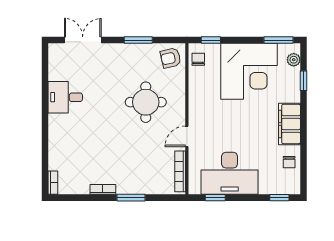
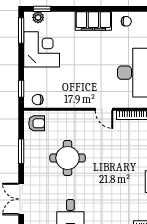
armchair: (171, 58) -> (37, 123), turned -77
corner desk: (249, 71) -> (42, 49), width x0.74, depth x0.74
window: (304, 81) -> (42, 9), moved
round table: (146, 102) -> (68, 158), moved

